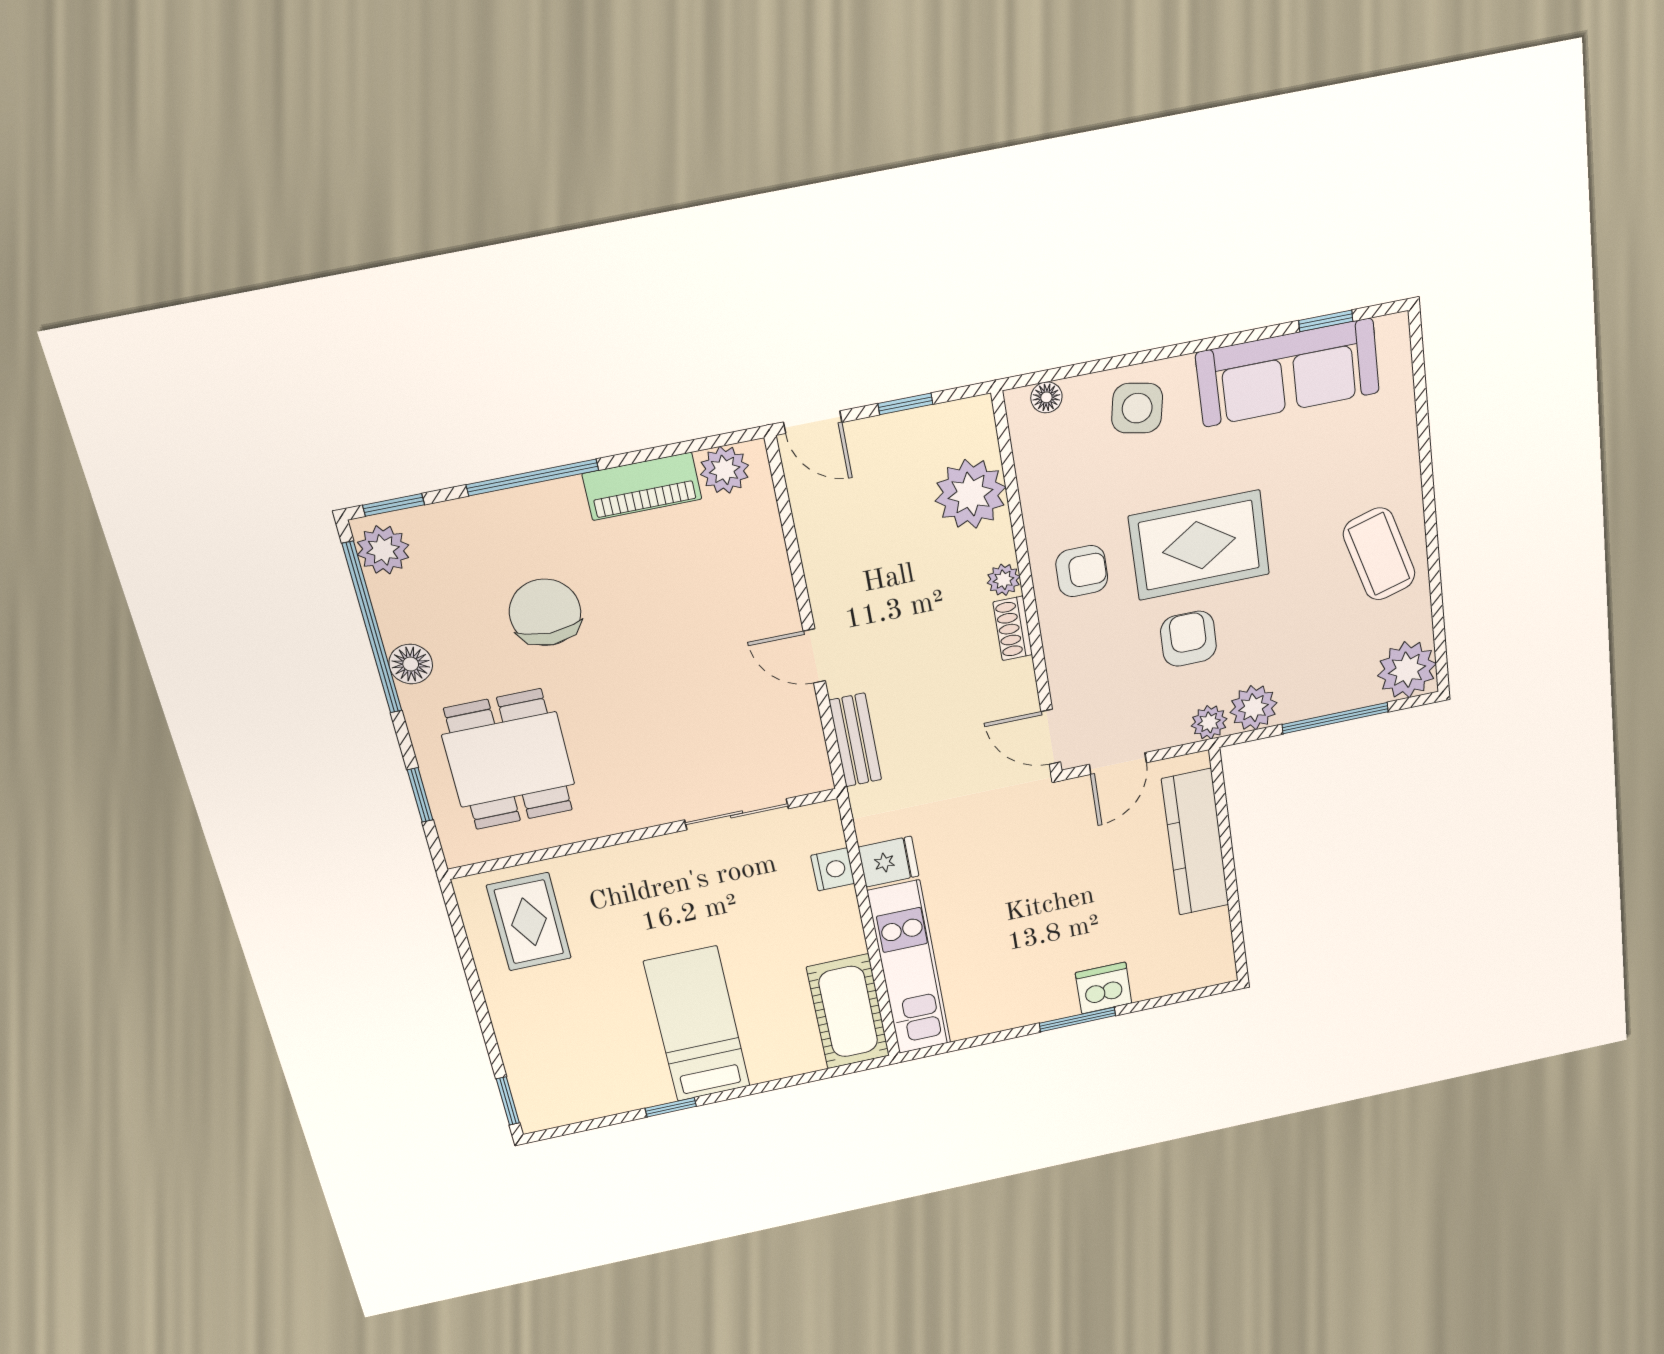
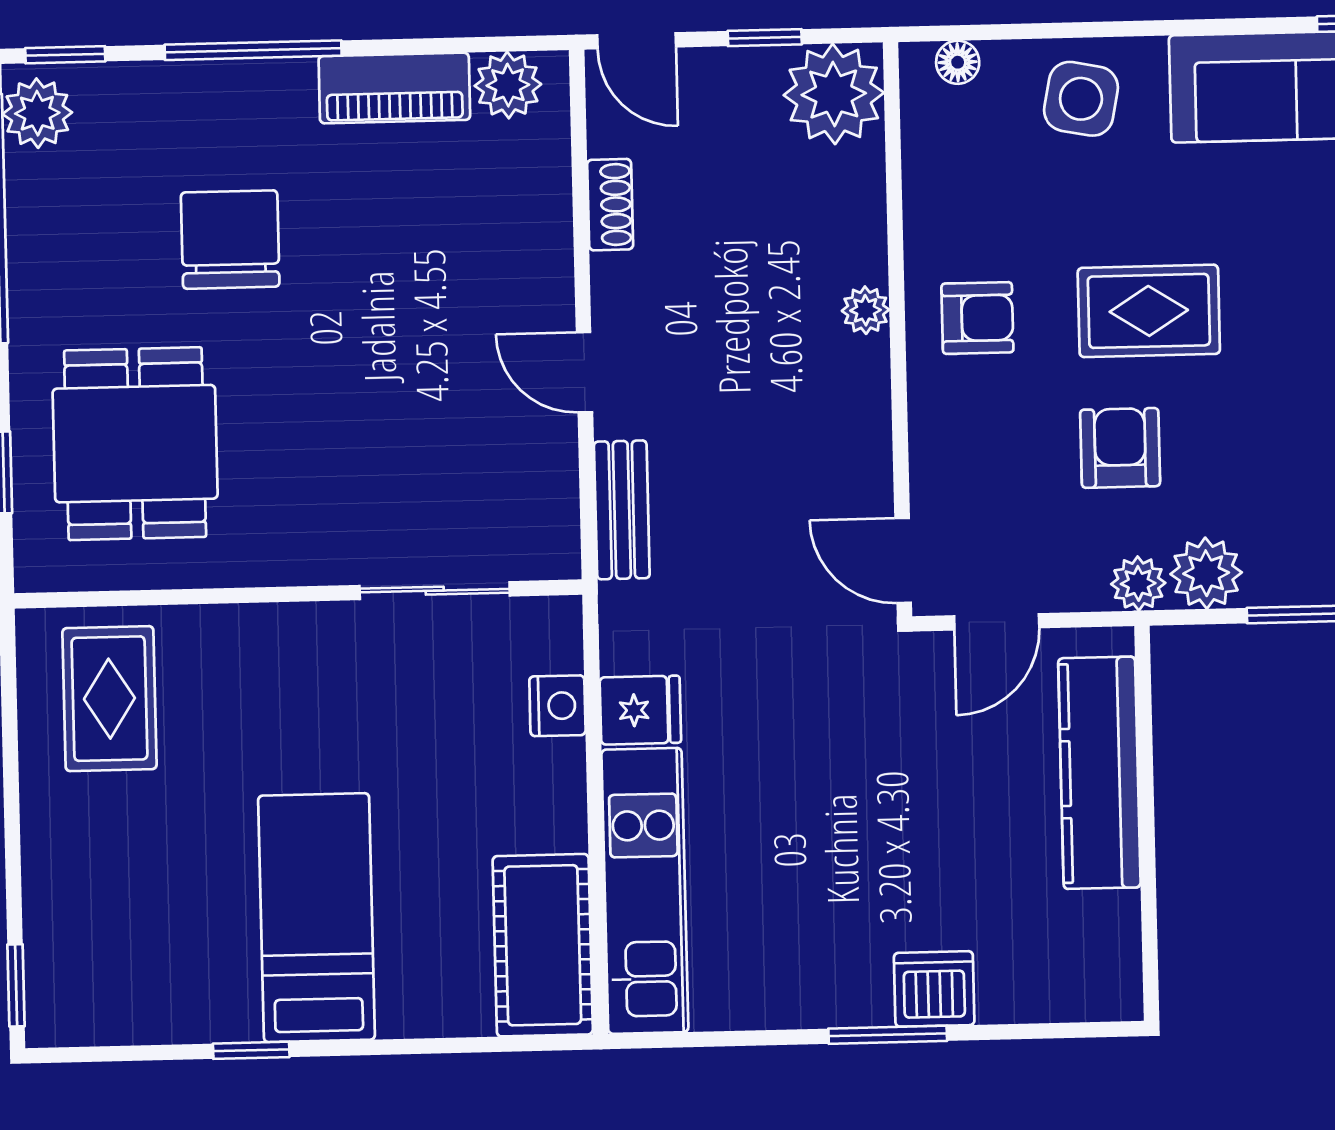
plant: (970, 494) -> (834, 94), moved
rug: (1199, 545) -> (1149, 311), width x0.73, depth x0.70
shoe rack: (1013, 628) -> (610, 205), moved, turned 180
floor lamp: (411, 664) -> (36, 279), removed

